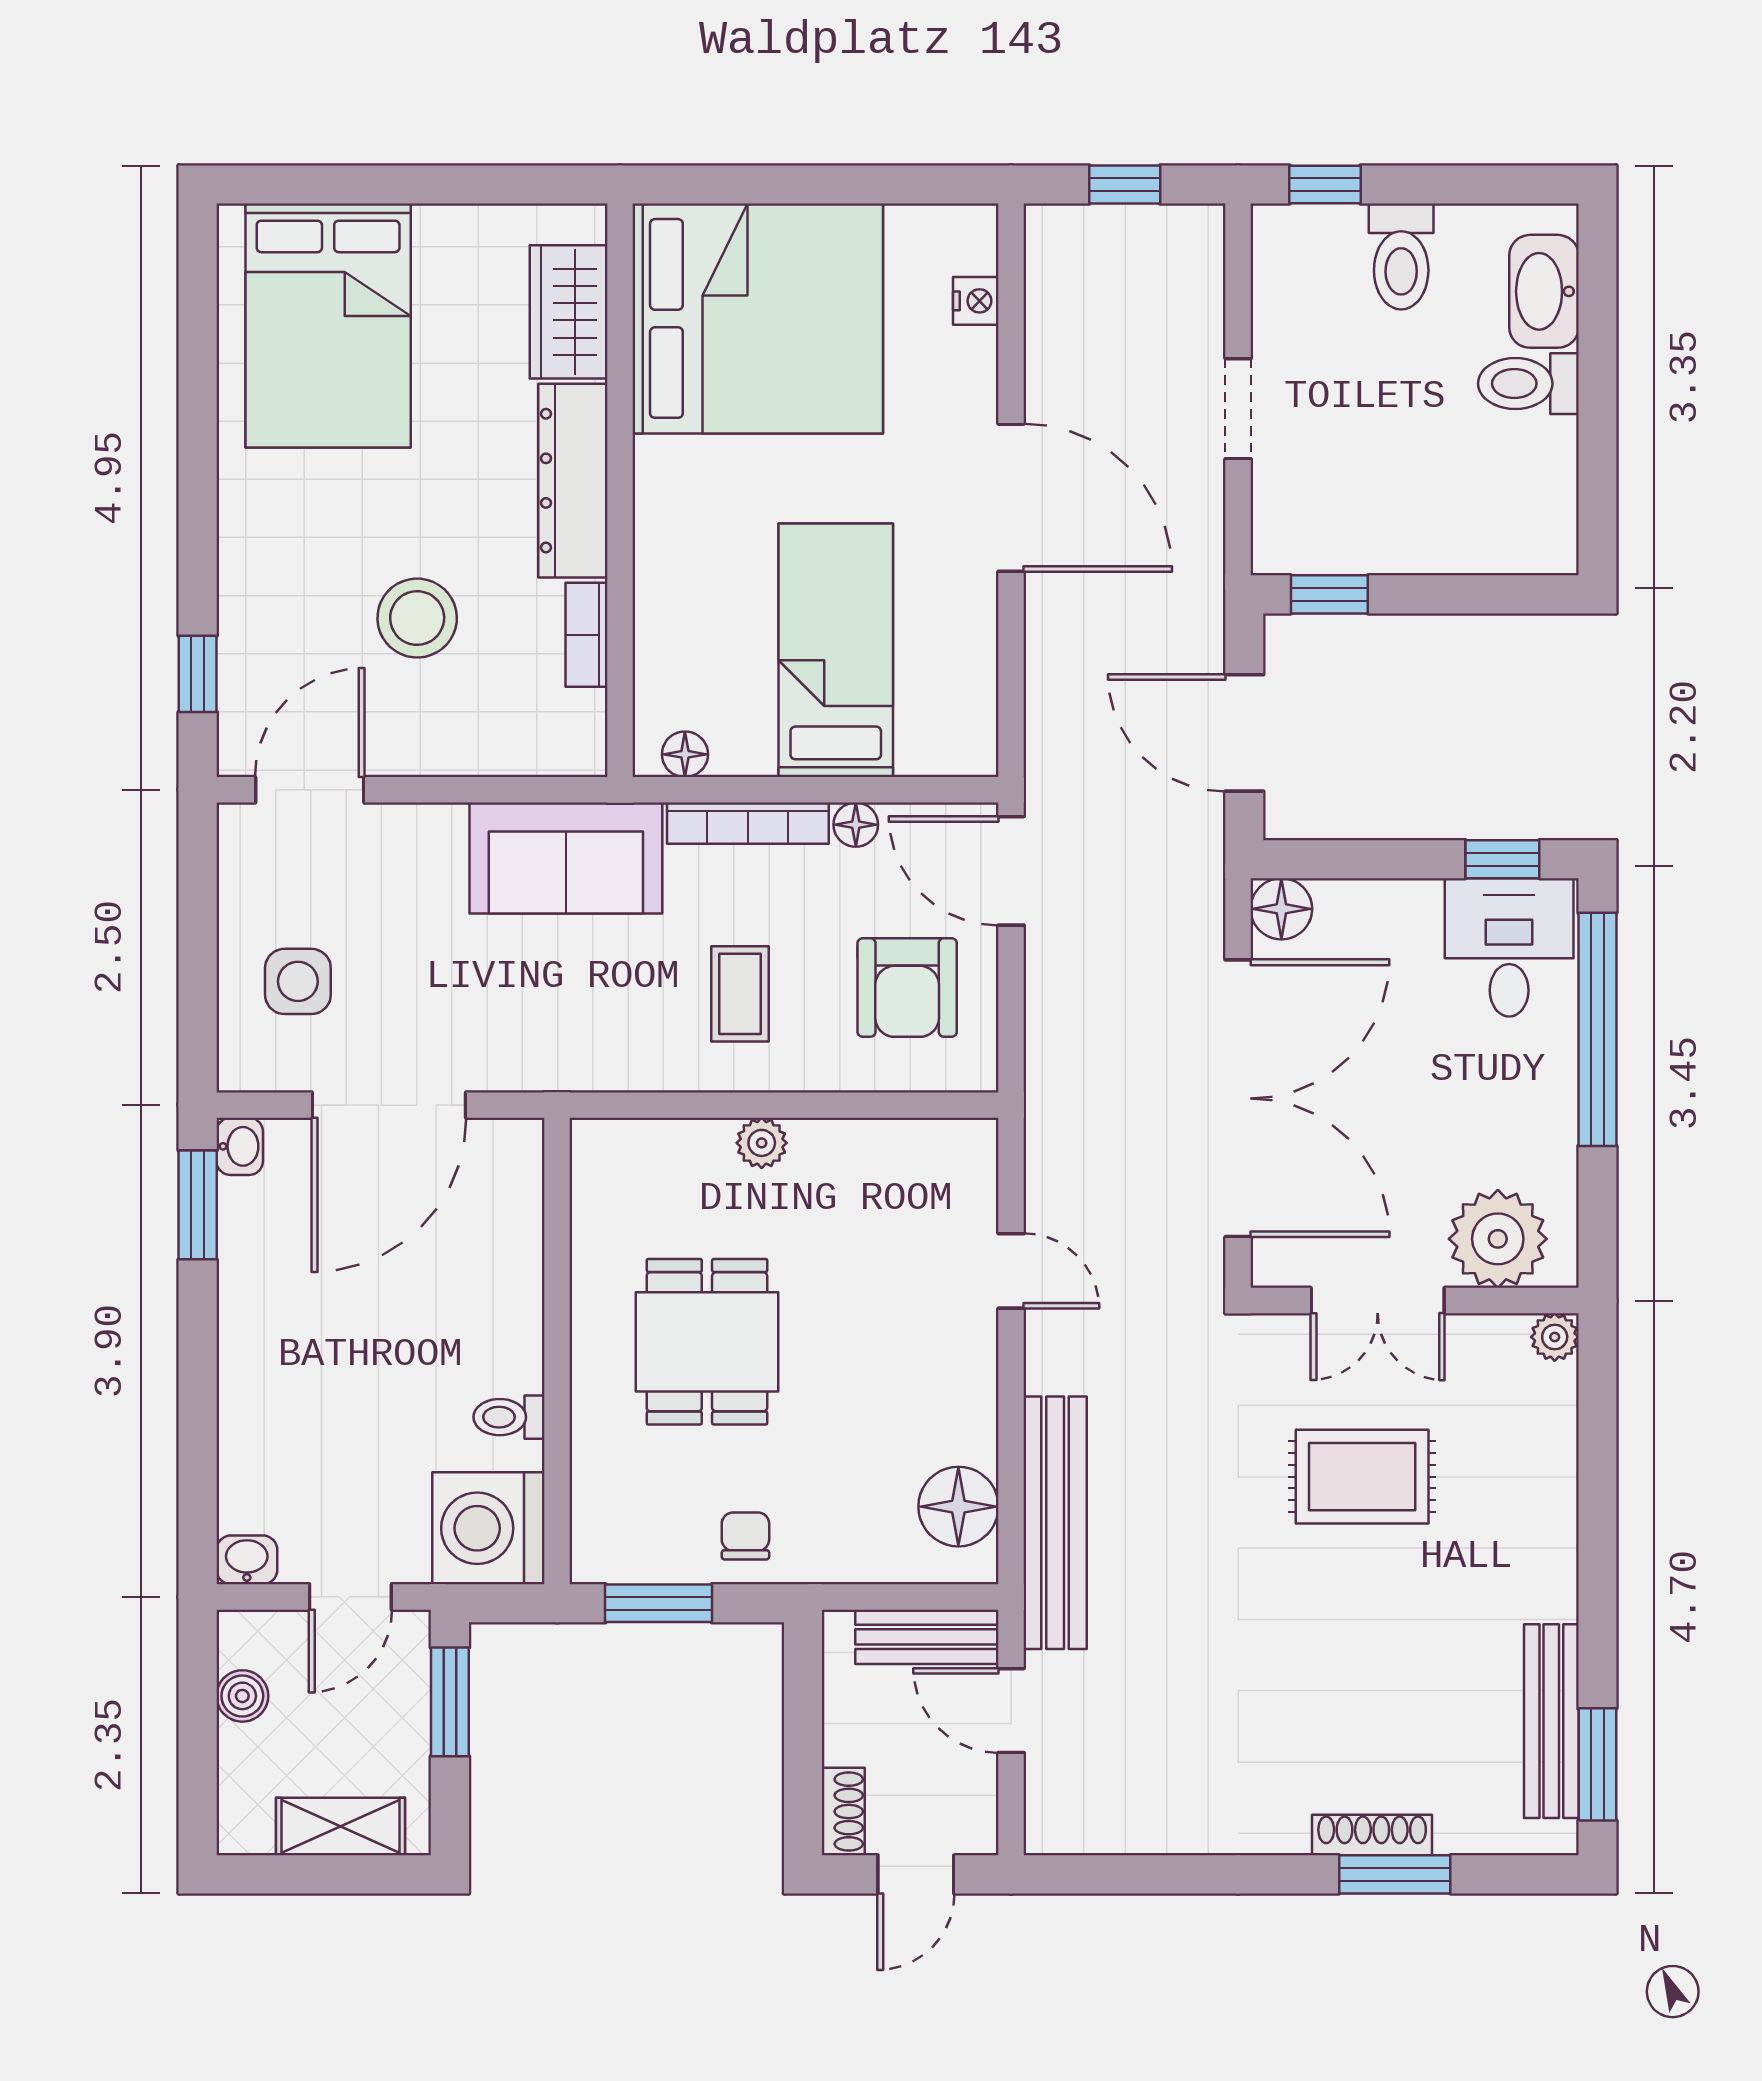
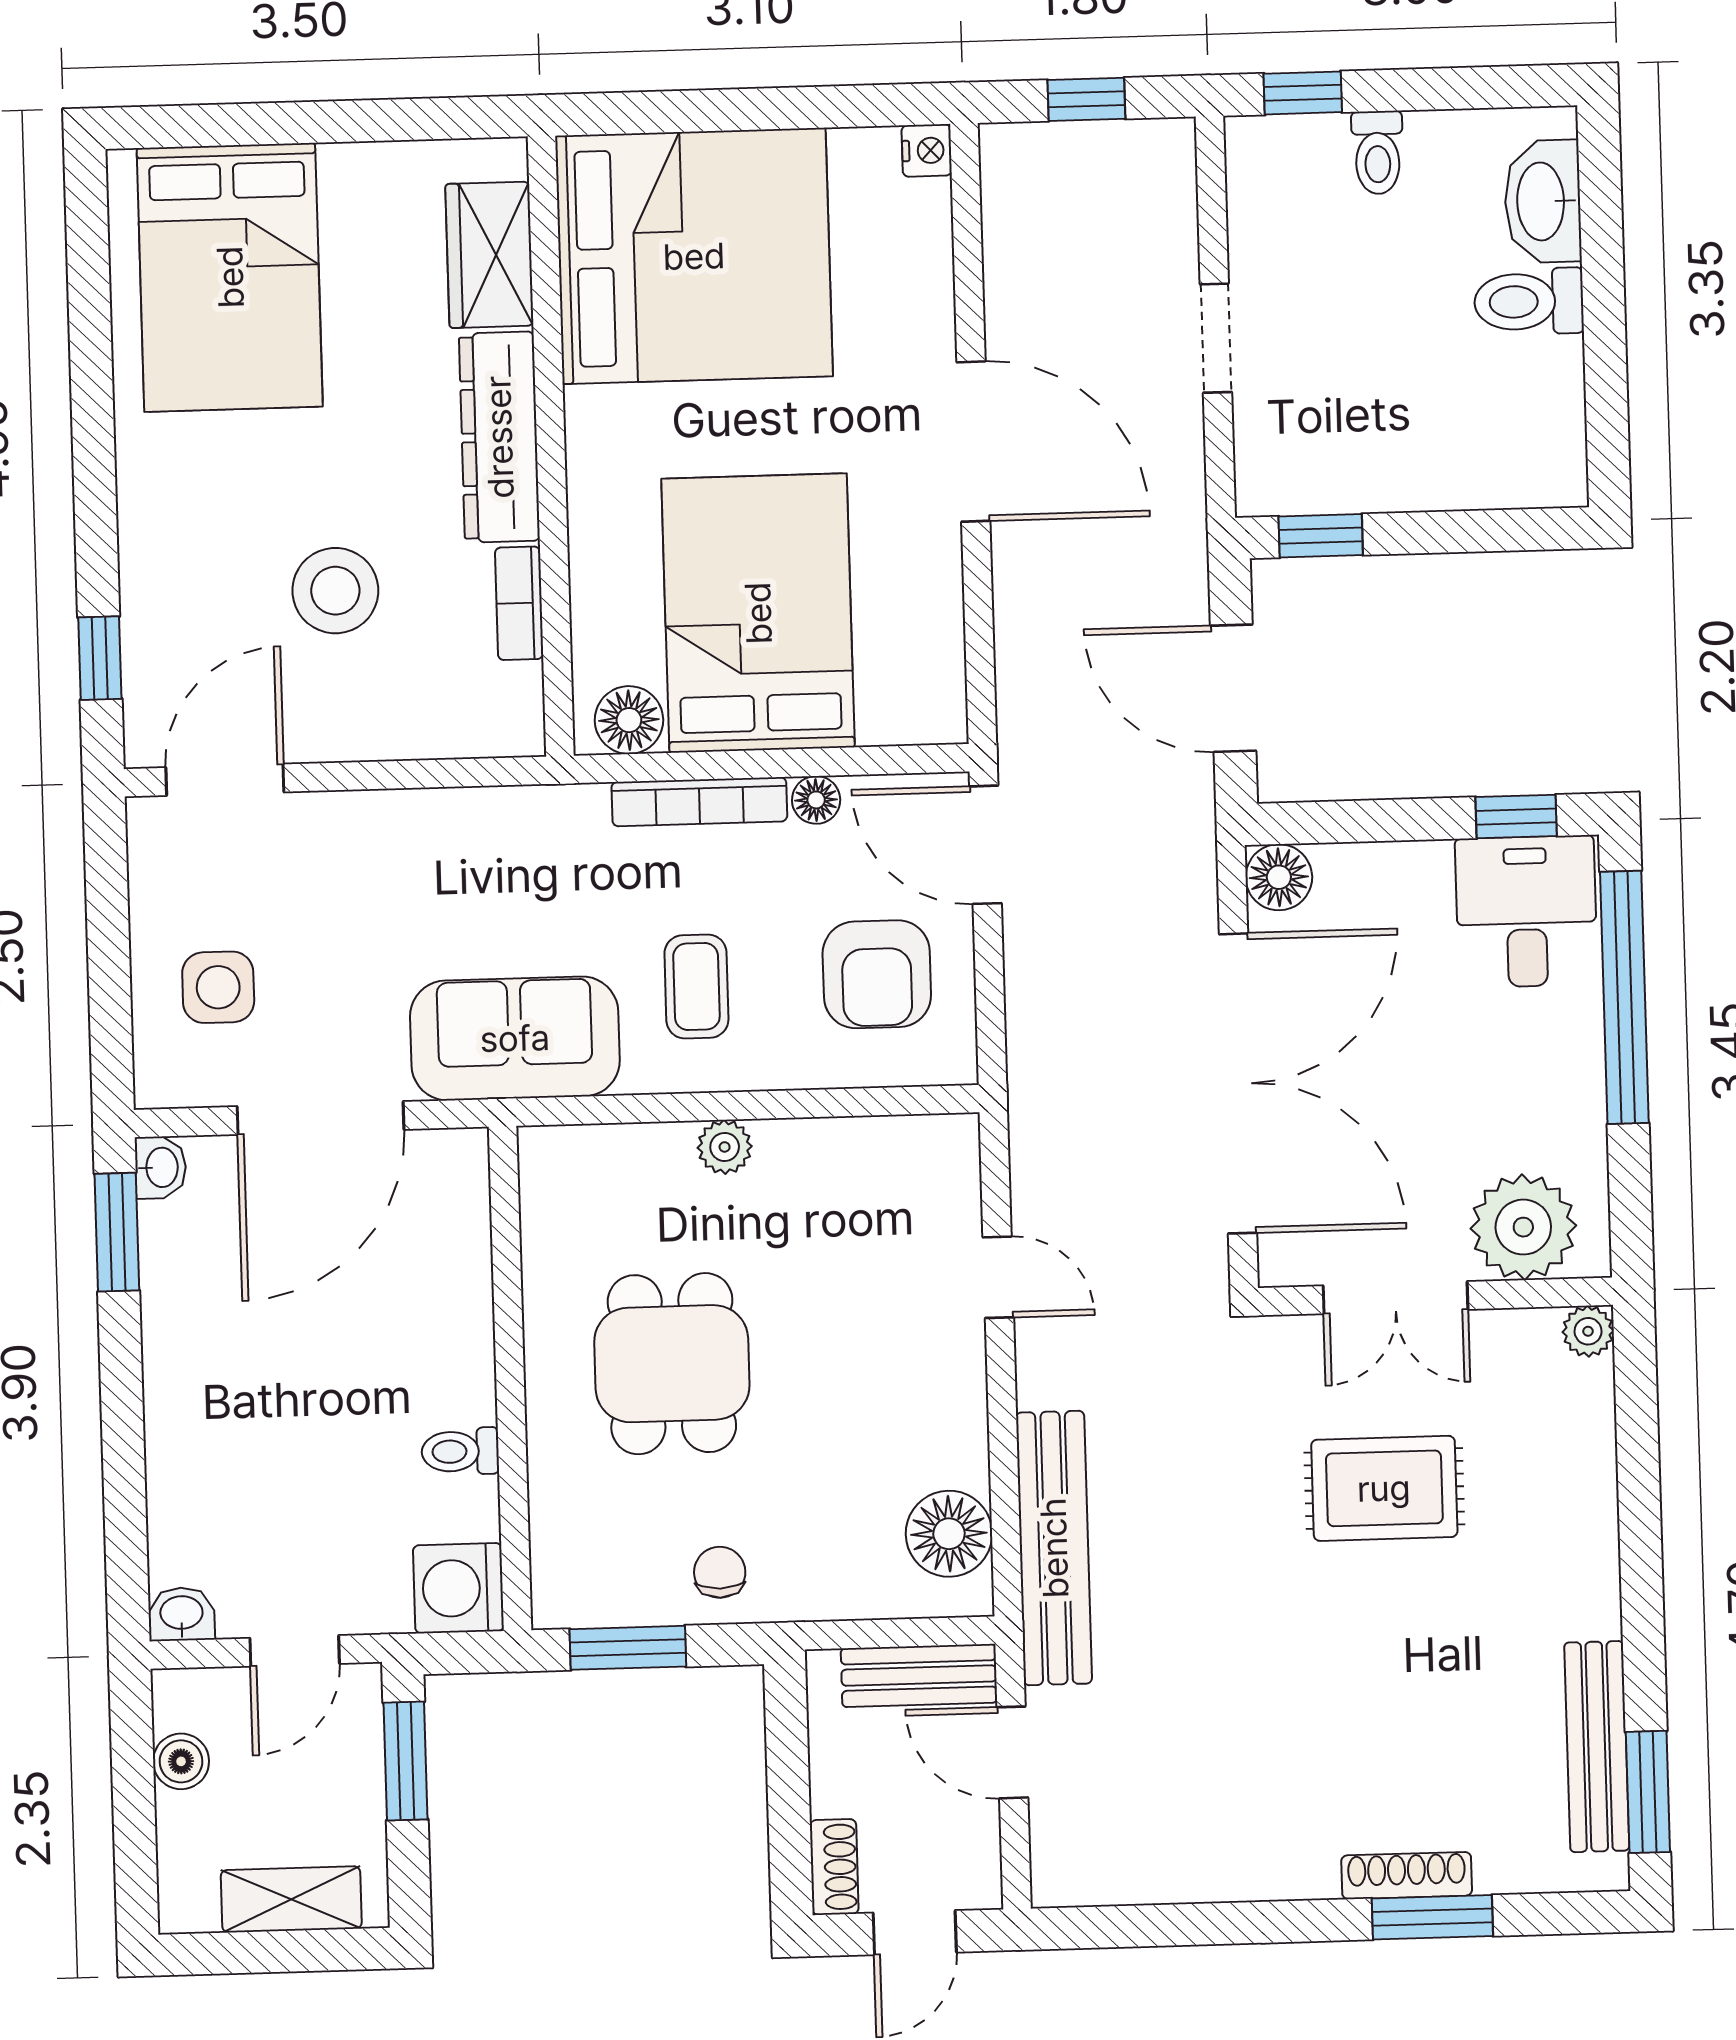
toilet: (1401, 257) -> (1377, 153), width x0.73, depth x0.72
nightstand: (976, 301) -> (927, 150), moved
bed: (836, 650) -> (758, 613), width x1.50
floor lamp: (685, 754) -> (629, 720), width x1.37, depth x1.37
sofa: (566, 858) -> (515, 1038), moved, turned 180
washing machine: (488, 1528) -> (458, 1588), width x0.73, depth x0.73

